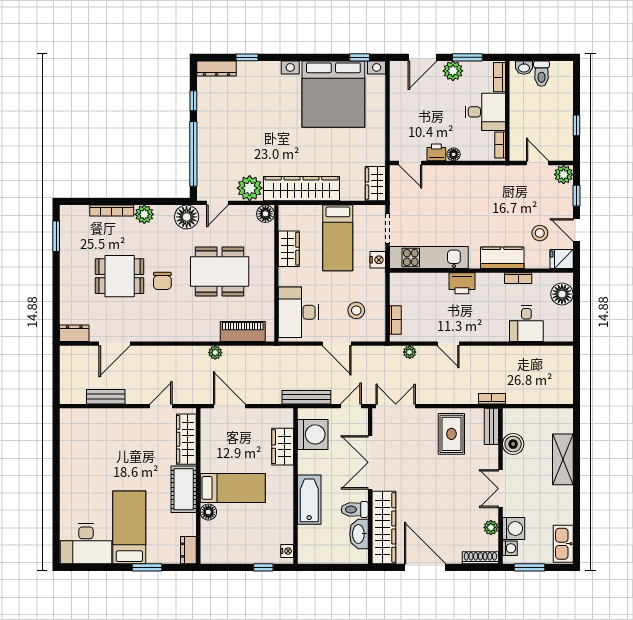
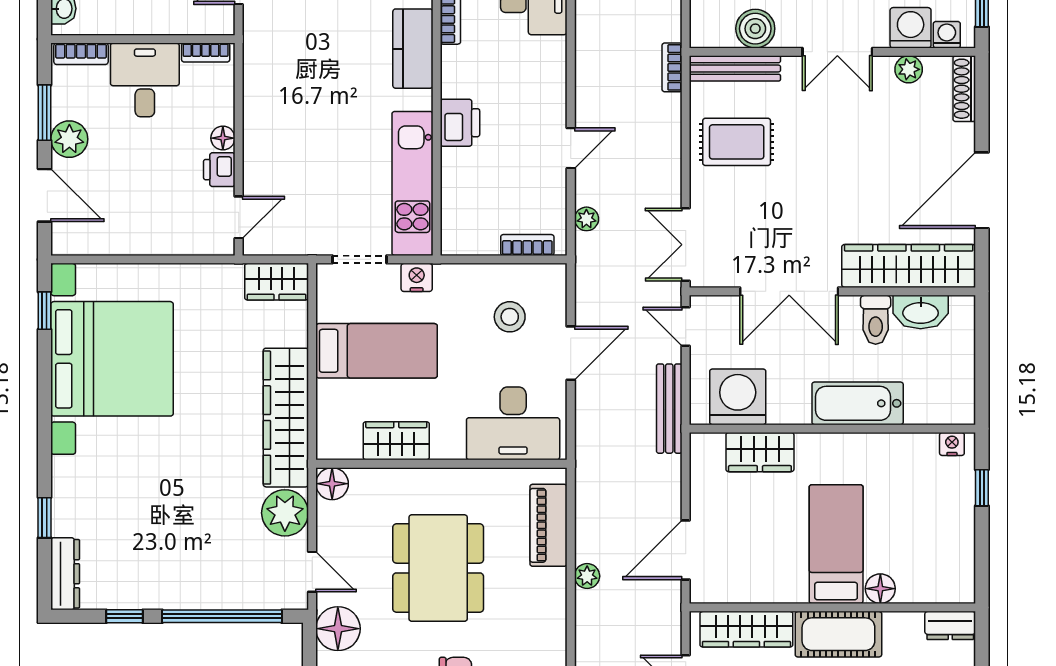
bench: (491, 426) -> (735, 68), width x1.36

